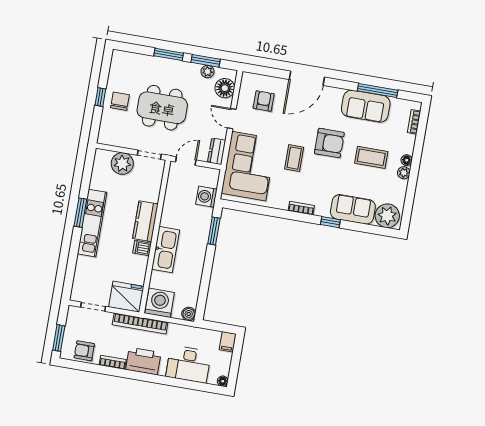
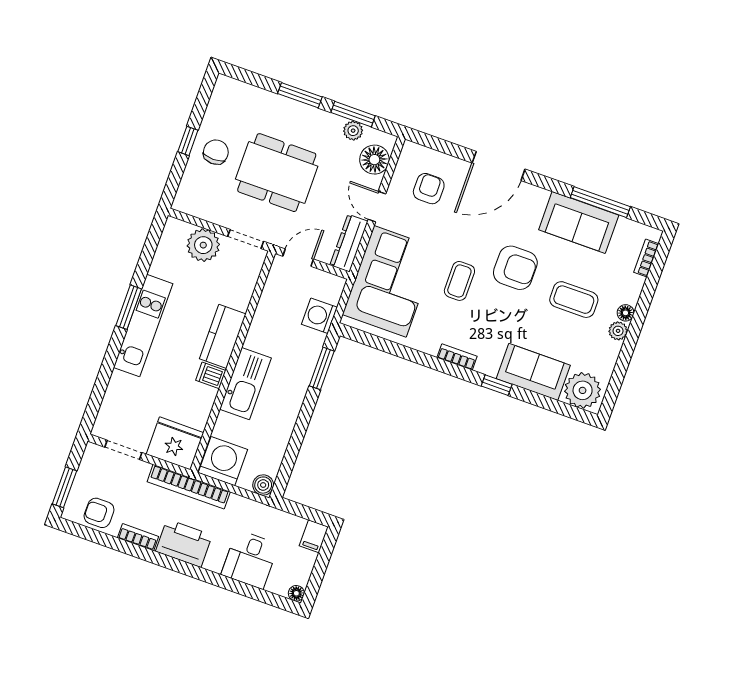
dresser: (217, 151) -> (349, 243), width x1.44
desk: (188, 364) -> (250, 559), width x0.73

